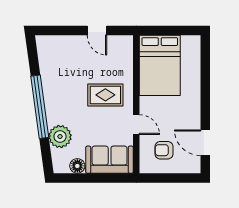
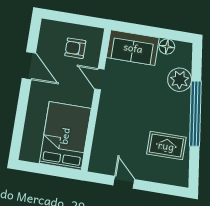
rug: (105, 95) -> (166, 146), moved
door: (205, 143) -> (29, 66), moved
armchair: (164, 150) -> (75, 48), turned 180

